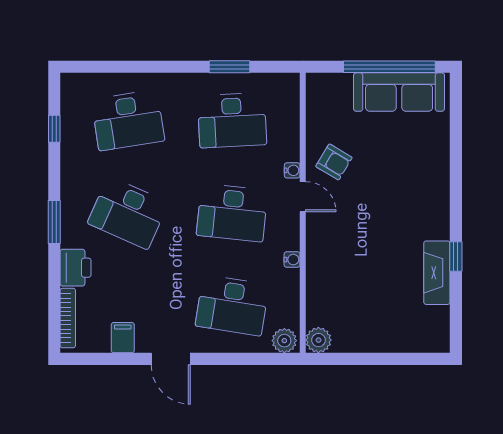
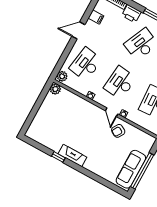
door: (303, 197) -> (112, 112), hinge flipped
fireplace: (437, 273) -> (72, 155), moved

